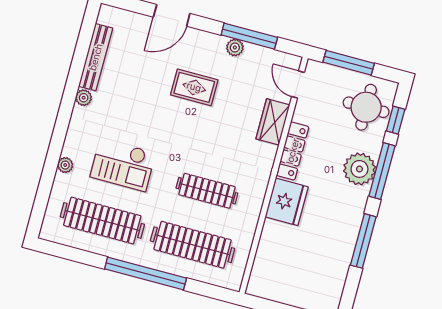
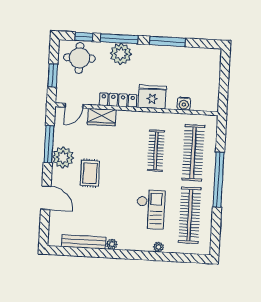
plant: (235, 47) -> (63, 157), width x1.88, depth x1.88
window: (349, 63) -> (53, 75), width x0.69
water cooler: (267, 246) -> (184, 104), added

